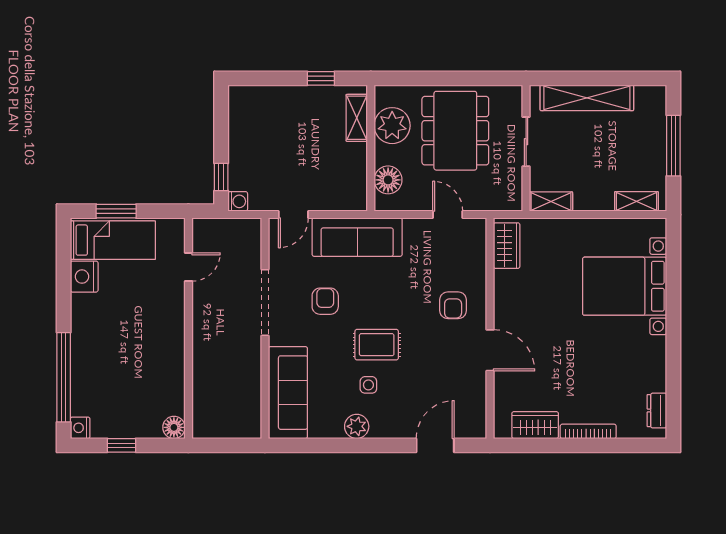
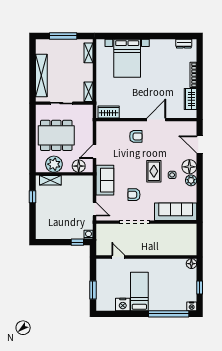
door: (448, 215) -> (95, 152), moved
sofa: (357, 237) -> (105, 180), width x0.73
bed: (113, 240) -> (139, 291), moved
floor lamp: (386, 423) -> (189, 167), added

